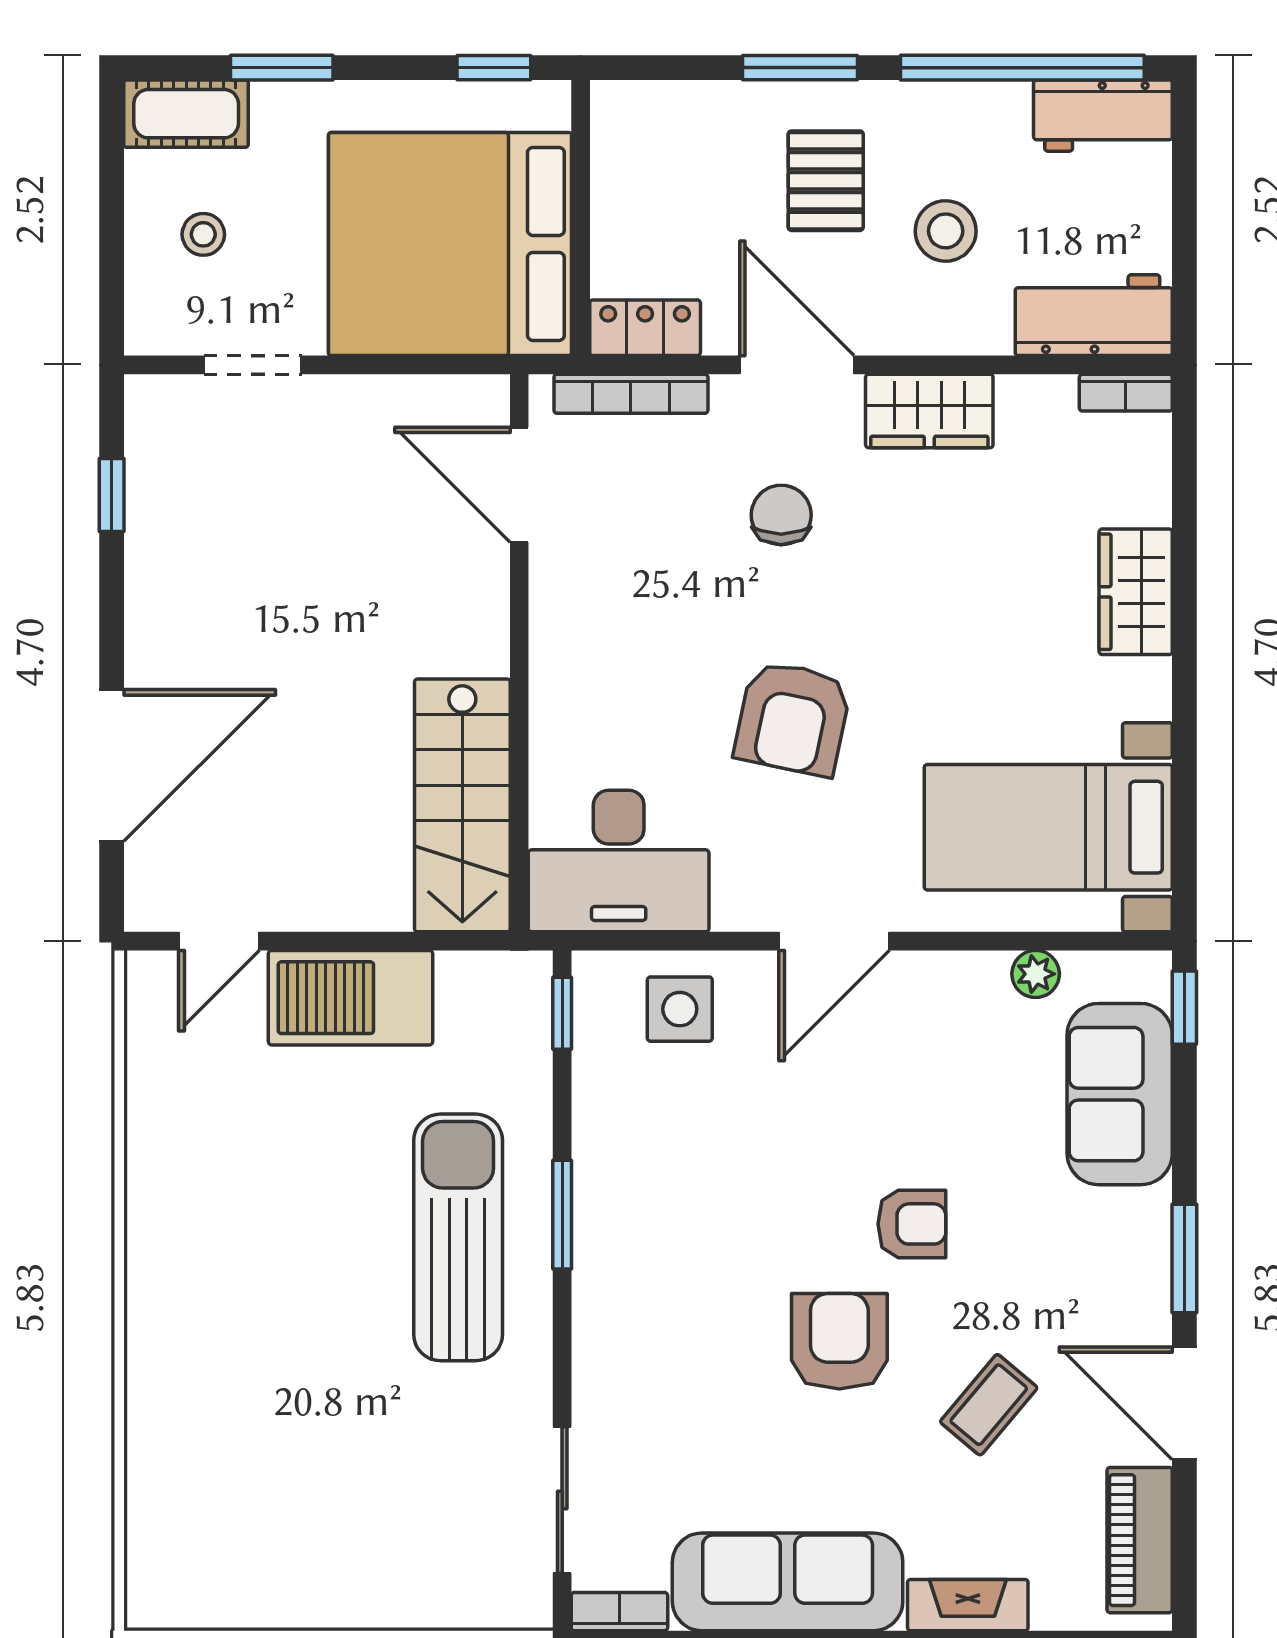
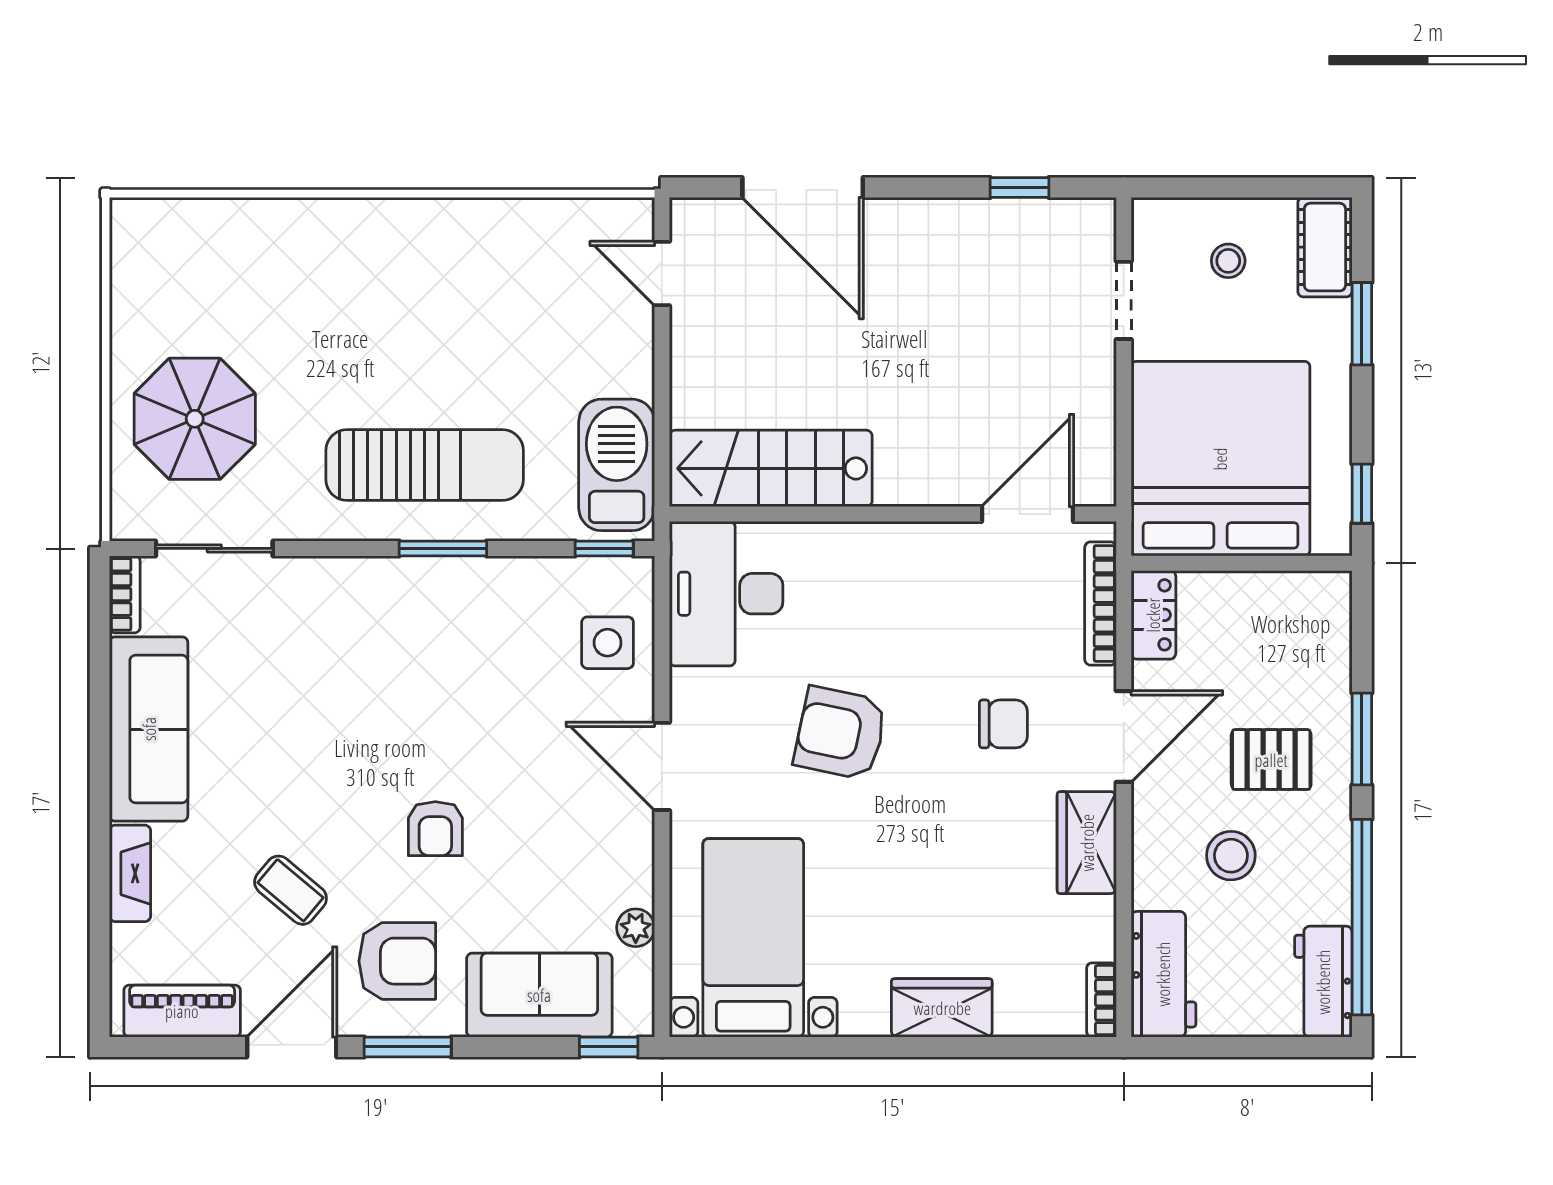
barbecue: (351, 998) -> (617, 465), moved
armchair: (839, 1341) -> (397, 961), moved
parasol: (400, 1524) -> (195, 419), added

